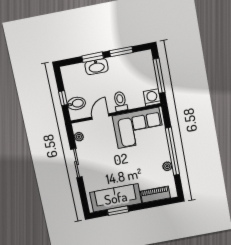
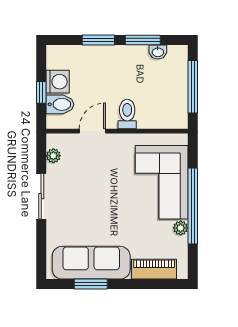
washbasin: (97, 67) -> (158, 52), moved, width x0.52, depth x0.69
washing machine: (152, 97) -> (58, 82), moved, turned 90
corner sofa: (138, 128) -> (162, 182), moved, turned 90

